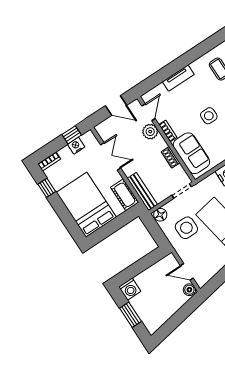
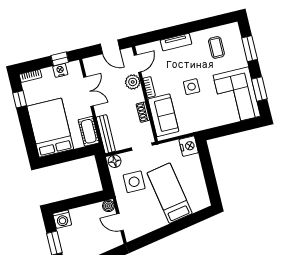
boiler: (189, 290) -> (108, 206), moved

